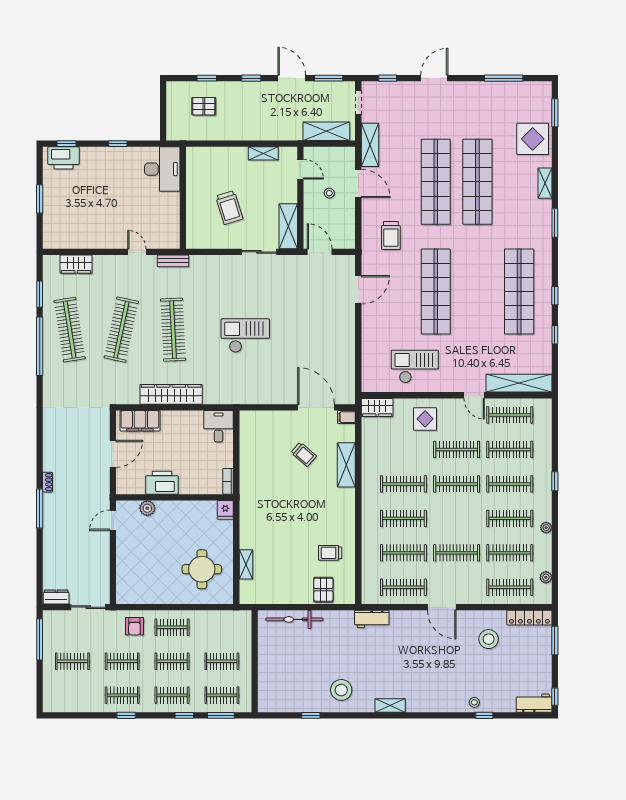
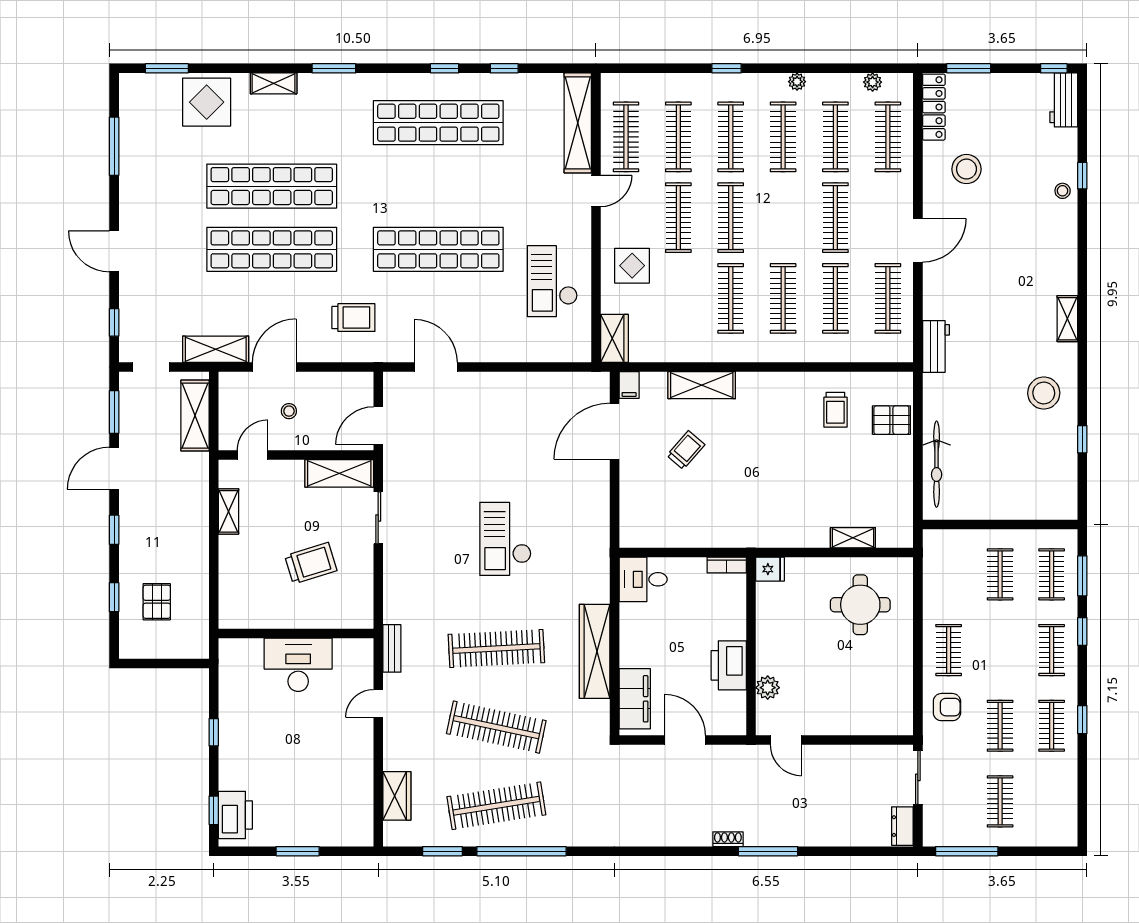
desk: (162, 169) -> (298, 665), moved
clothes rail: (172, 661) -> (1000, 650), removed

